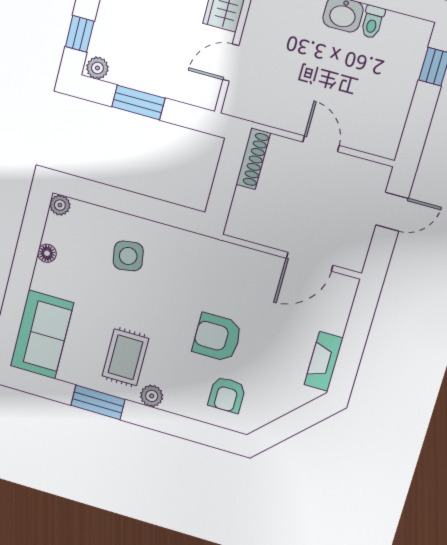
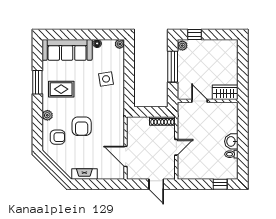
window: (138, 102) -> (173, 67), width x1.44
sofa: (42, 334) -> (67, 50), width x1.36
armchair: (217, 337) -> (82, 126), turned 180
armchair: (227, 395) -> (58, 137), turned 180
plant: (152, 396) -> (47, 115), moved

